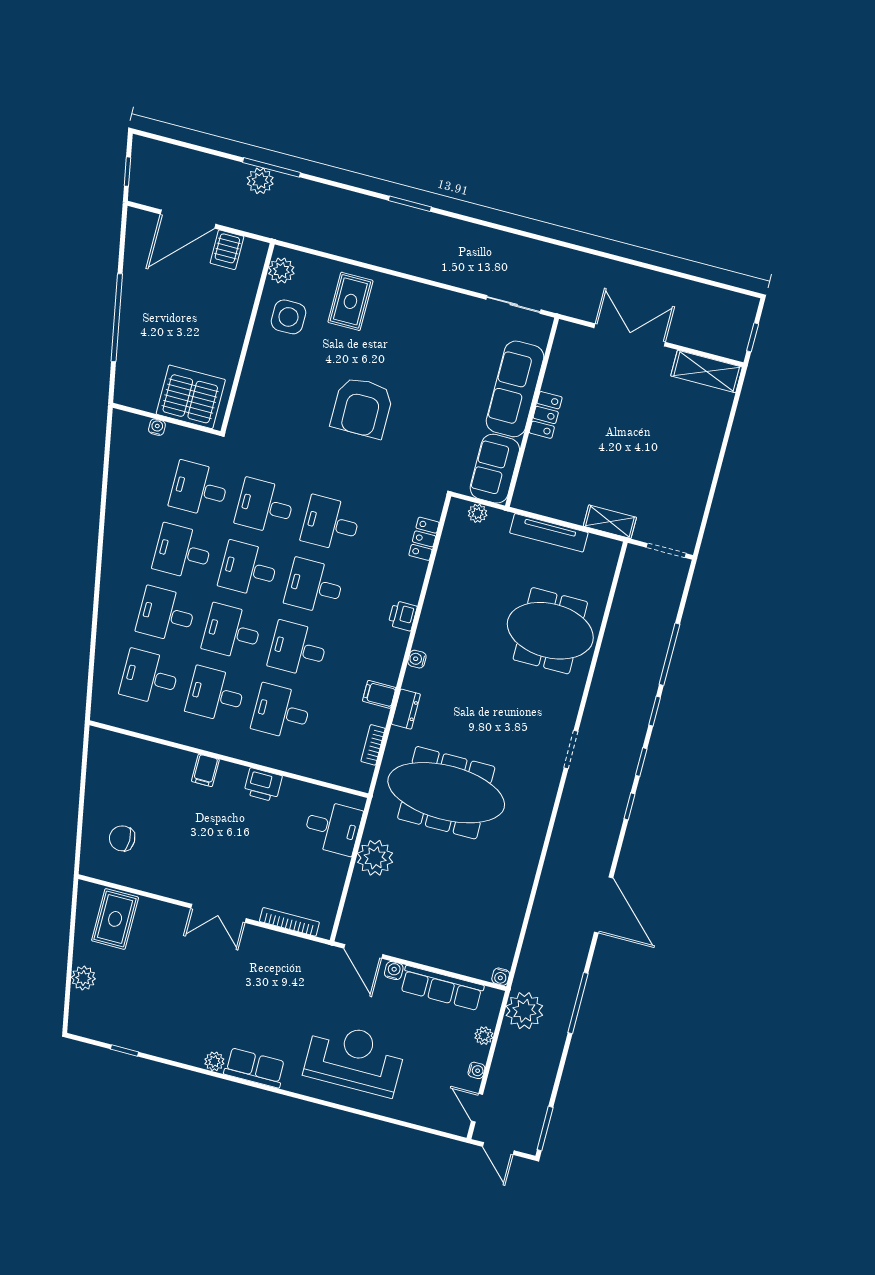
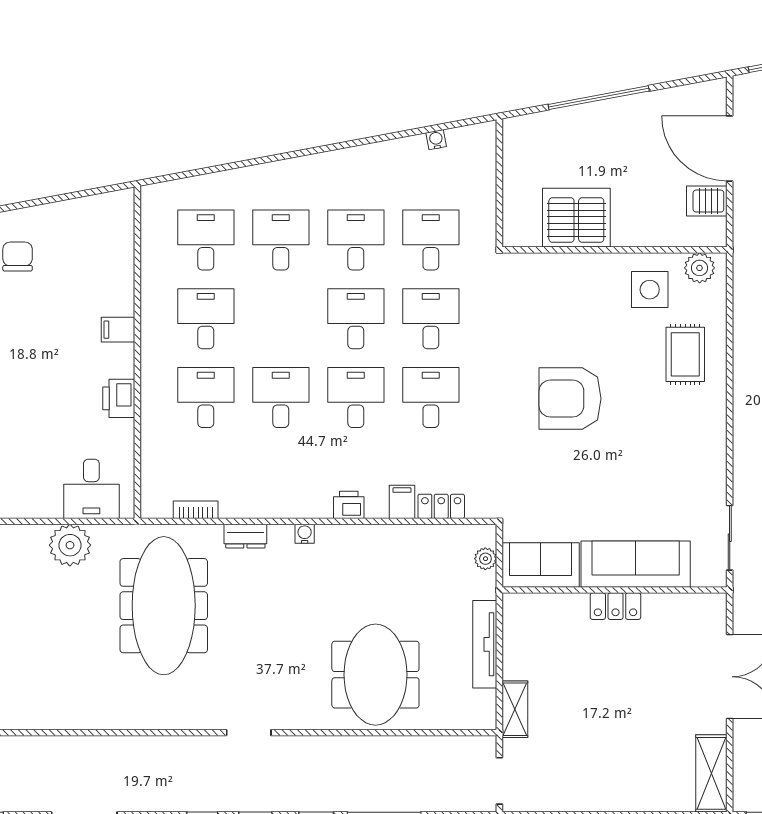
rug: (350, 301) -> (685, 354), turned 90
server rack: (191, 397) -> (576, 218), moved, turned -90
water cooler: (157, 427) -> (436, 140), moved, turned -101
desk: (232, 632) -> (281, 319), removed
filing cabinet: (379, 694) -> (402, 502), moved

